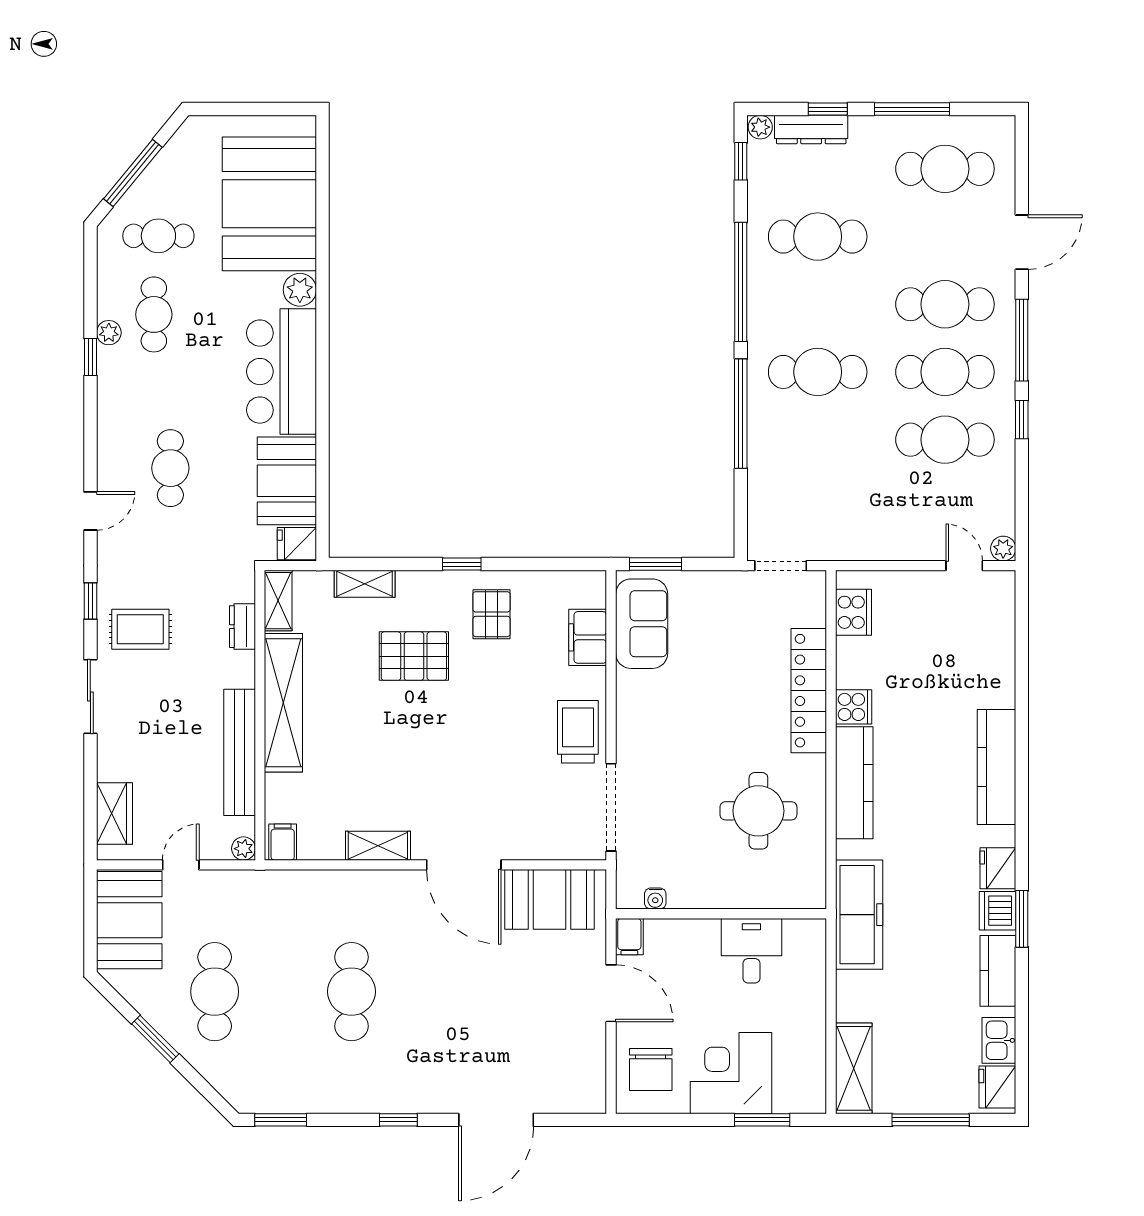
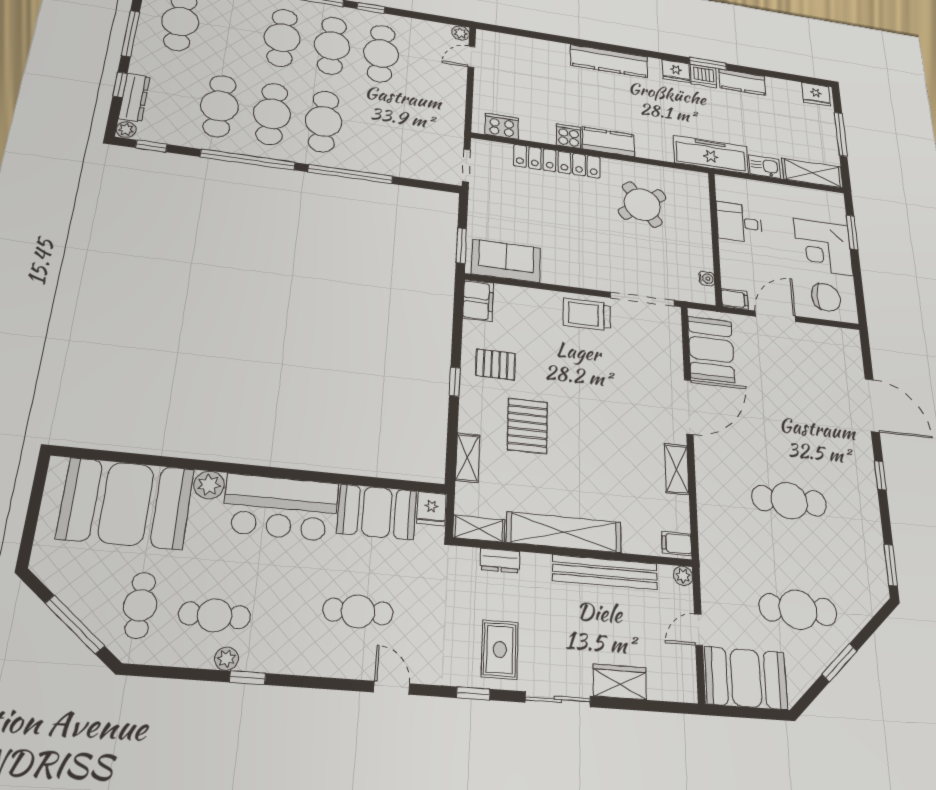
cafe table: (818, 304) -> (272, 114), added
filing cabinet: (588, 637) -> (478, 301), moved, turned -90
kitchen counter: (854, 783) -> (608, 142), width x0.67
round table: (758, 811) -> (642, 205), turned -36
wardrobe: (114, 814) -> (620, 682), moved
door: (181, 865) -> (698, 630), hinge flipped
kitchen sink: (999, 1040) -> (764, 167), moved, turned 180

